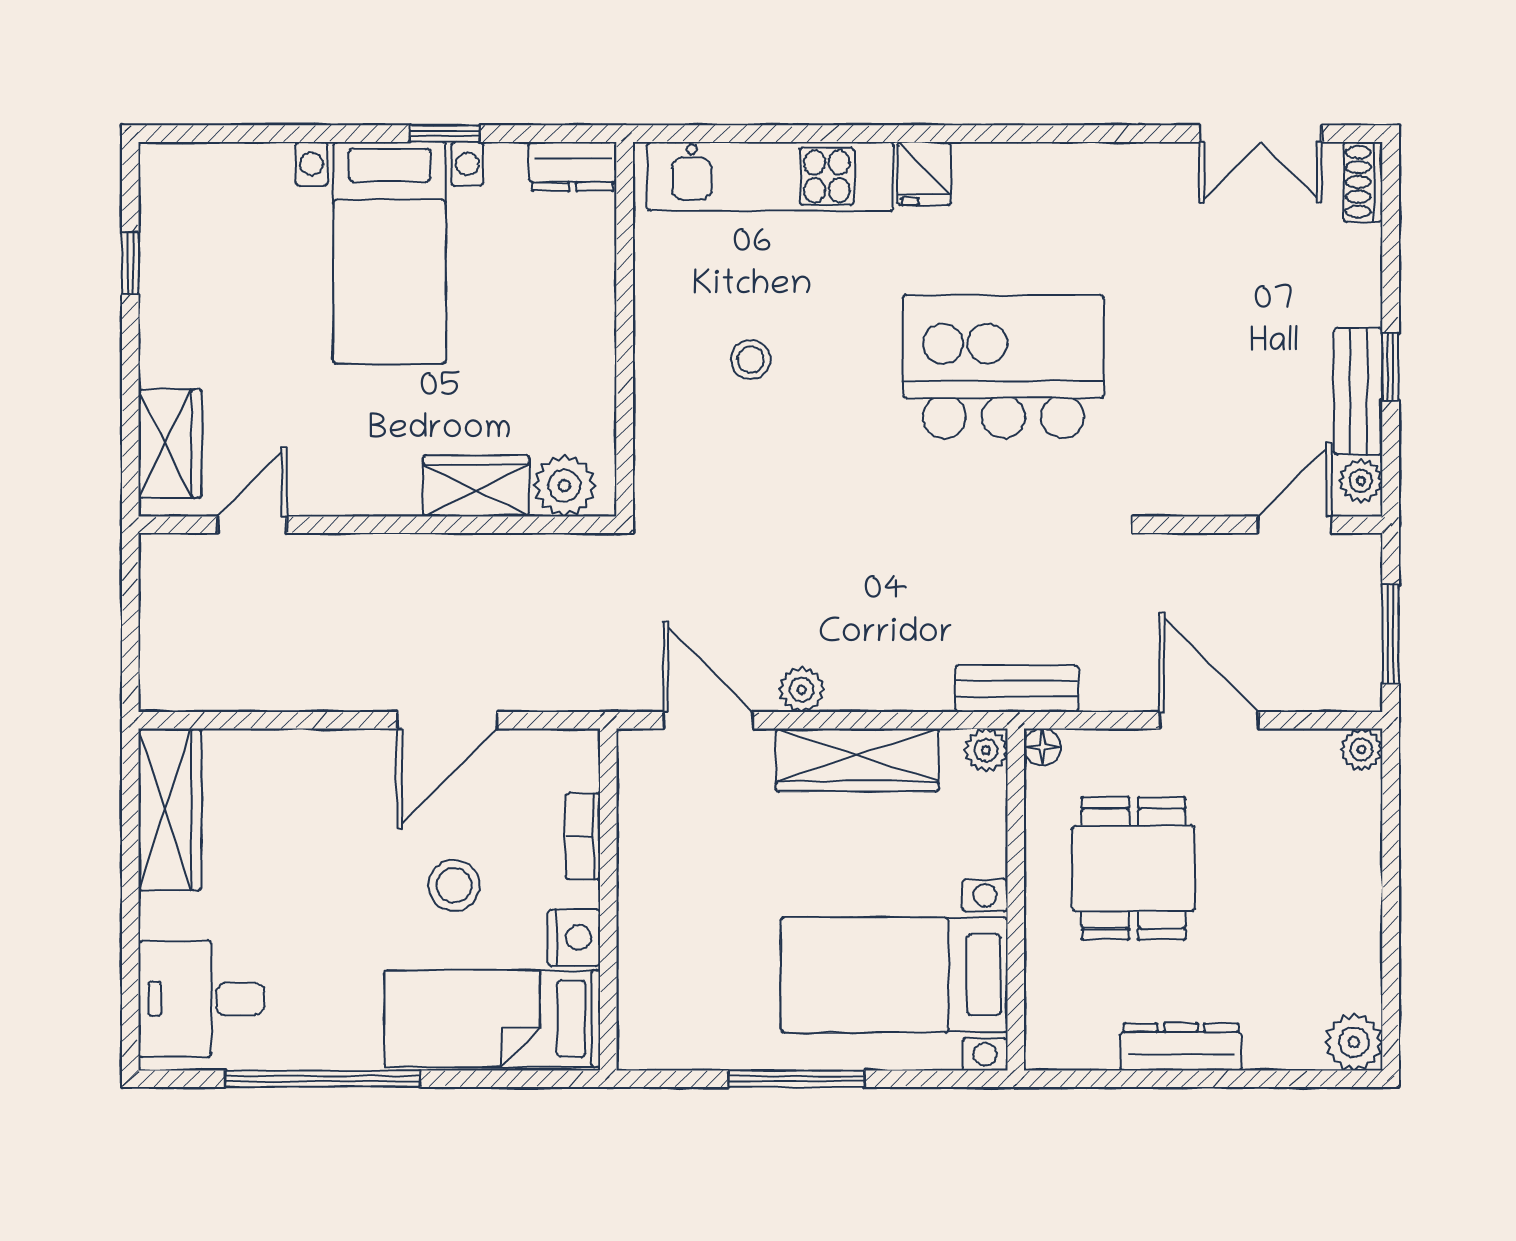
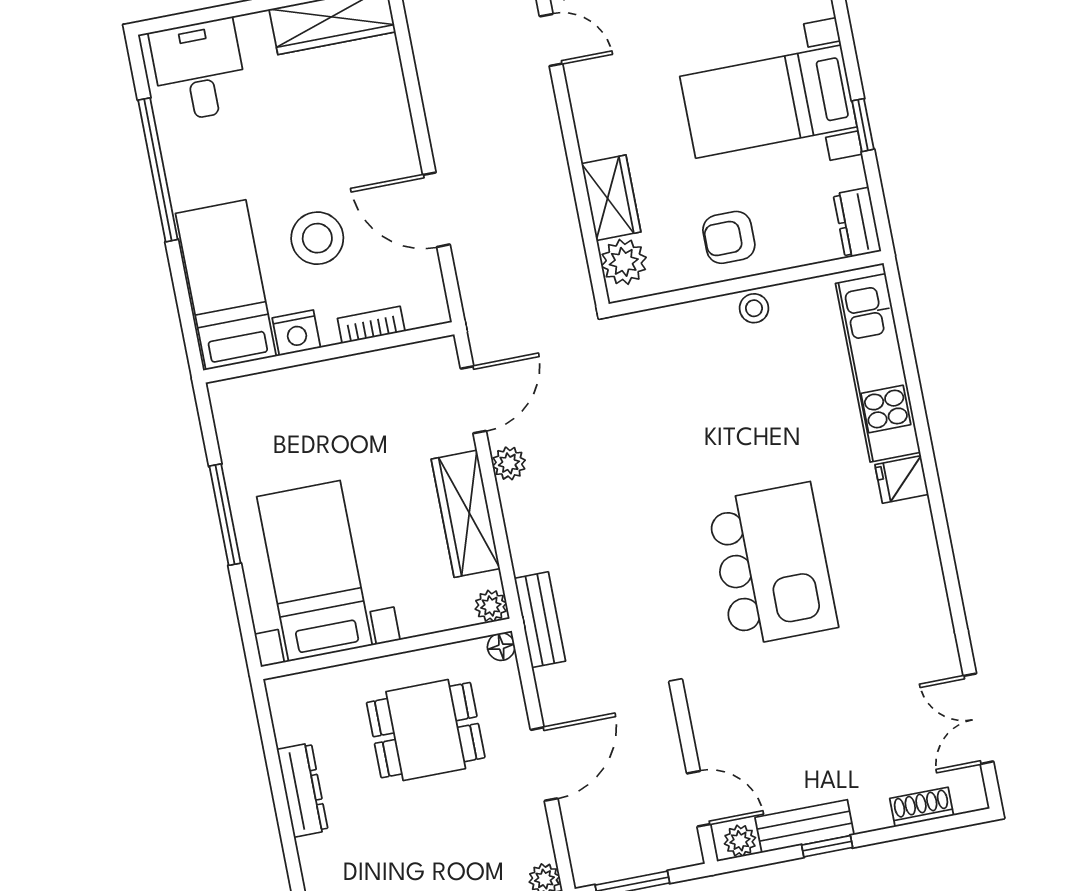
shoe rack: (1363, 182) -> (922, 807), moved
armchair: (559, 340) -> (729, 237), added
stool: (751, 360) -> (754, 308), moved
stool: (454, 885) -> (317, 238), width x1.38, depth x1.38

